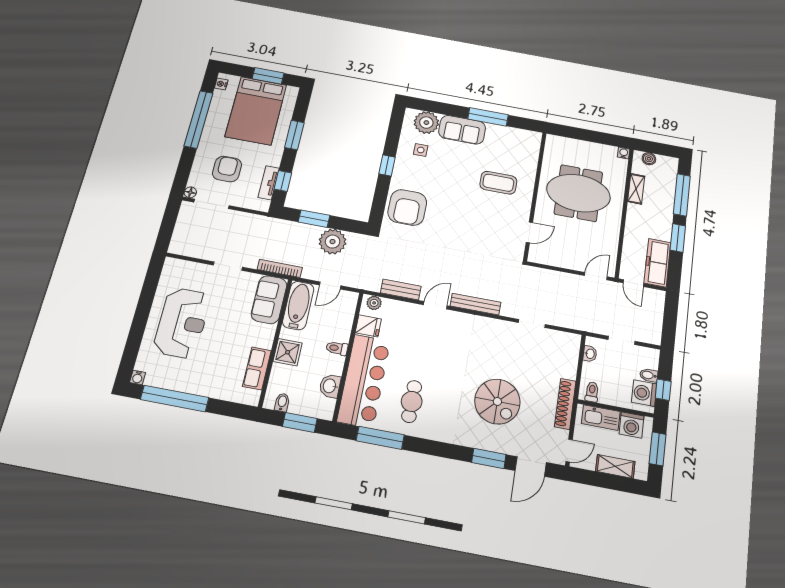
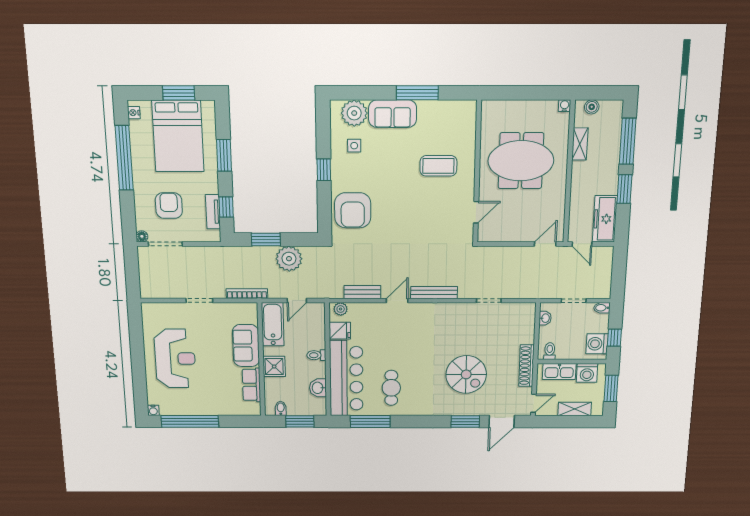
sofa: (269, 300) -> (246, 346), moved
bidet: (649, 375) -> (602, 308), moved

